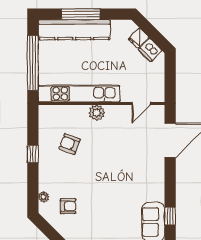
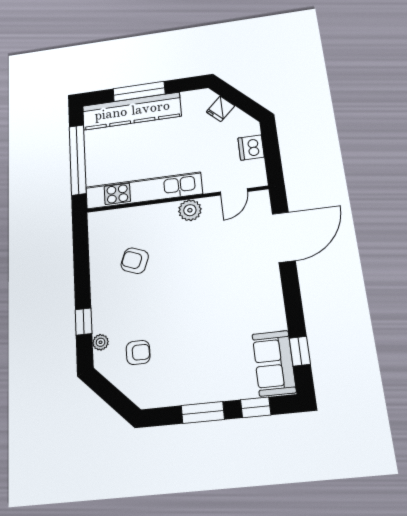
dishwasher: (150, 50) -> (251, 148), moved, turned 45
plant: (97, 113) -> (190, 210), moved
window: (33, 154) -> (84, 322), moved

